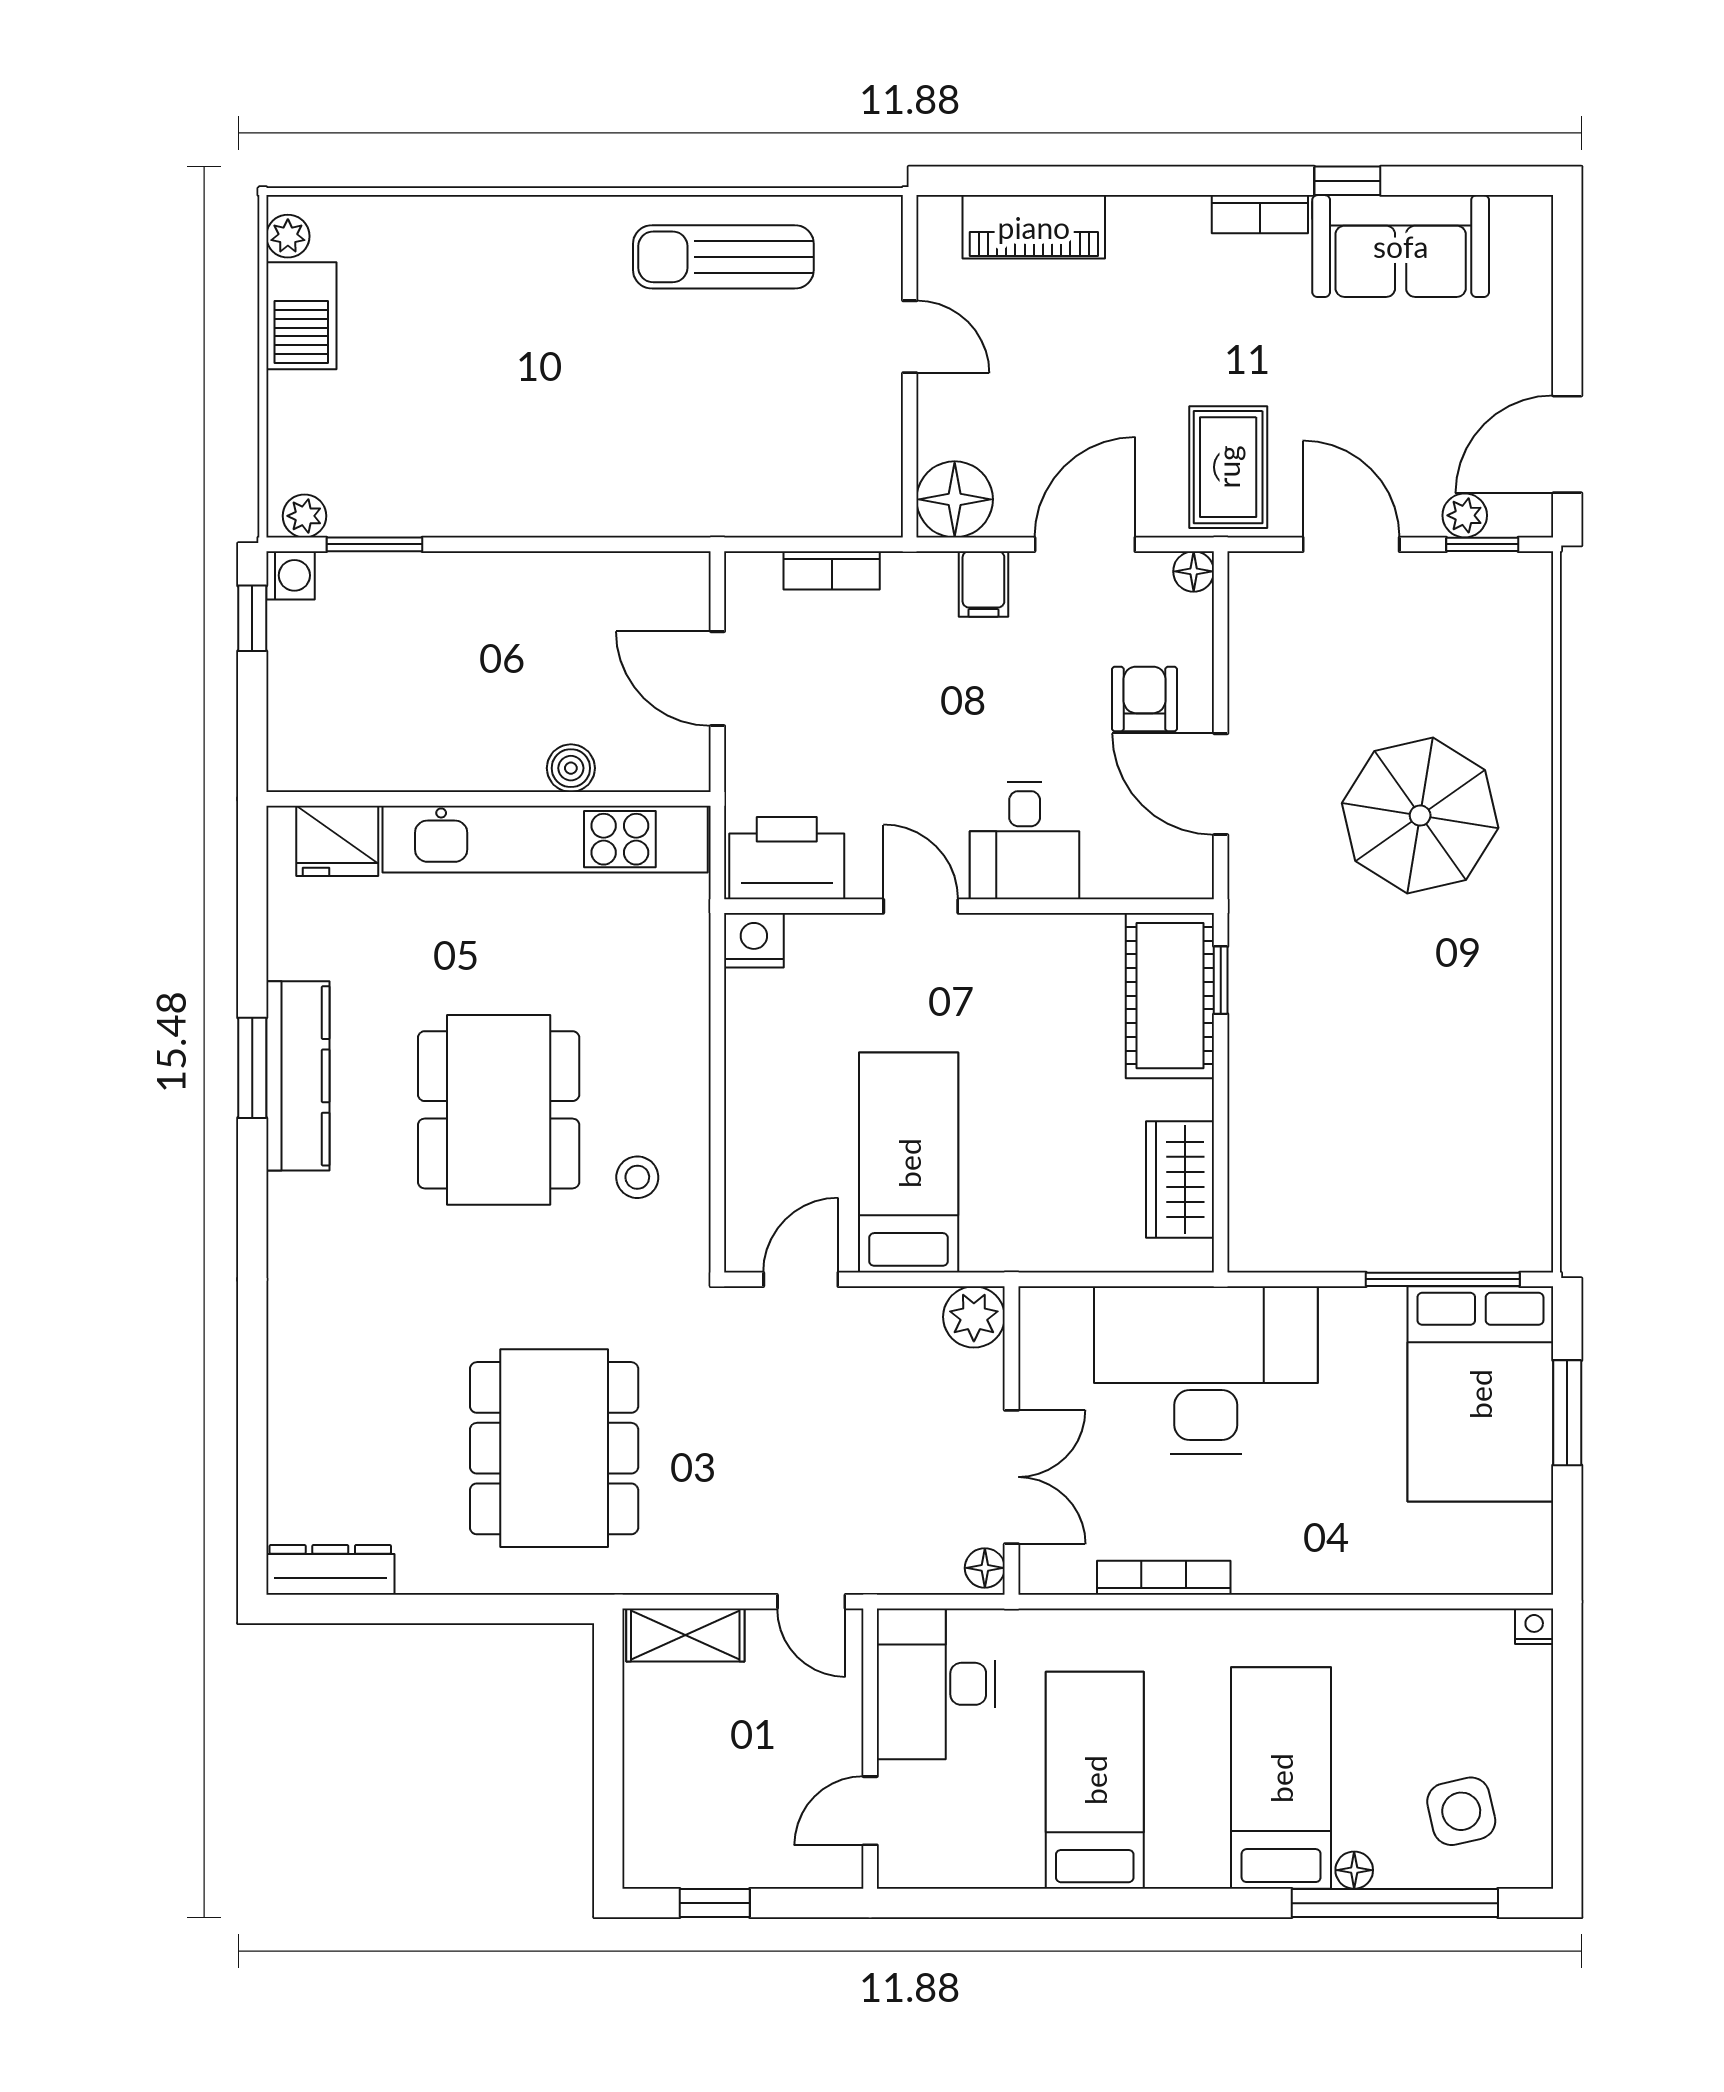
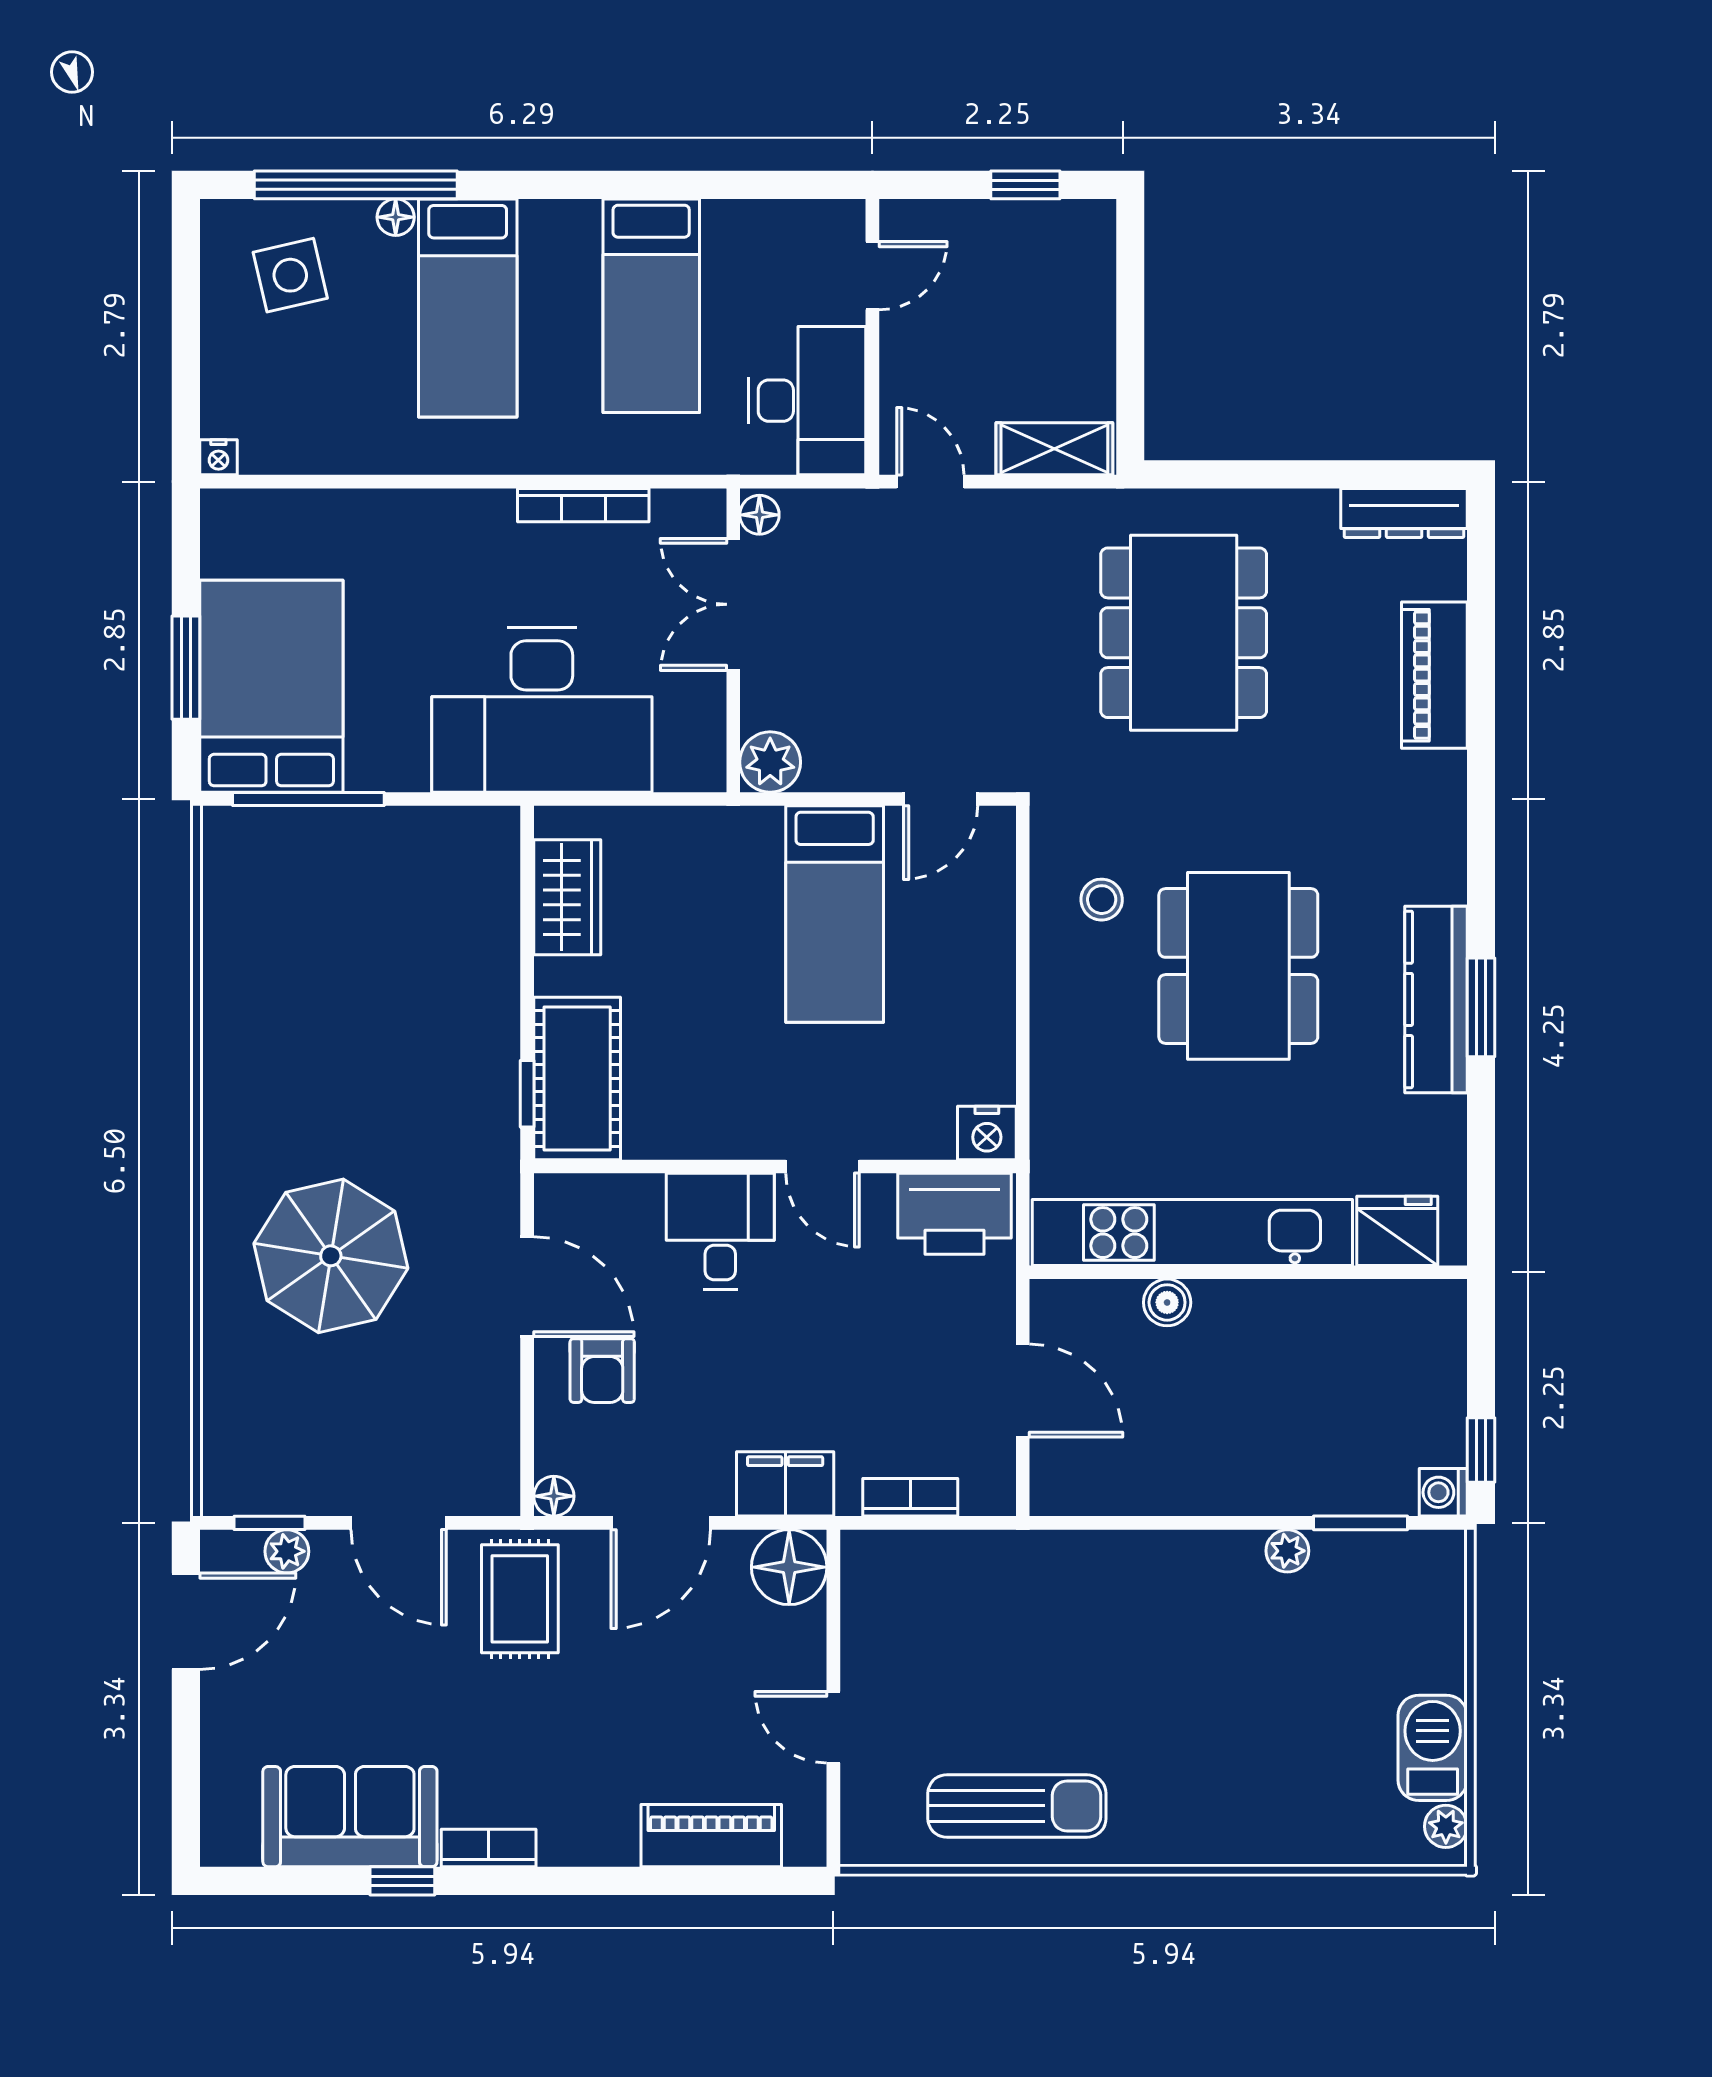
plant: (304, 516) -> (1287, 1551), moved
filing cabinet: (983, 584) -> (785, 1484), width x2.00
piano: (300, 1405) -> (1434, 675), added

